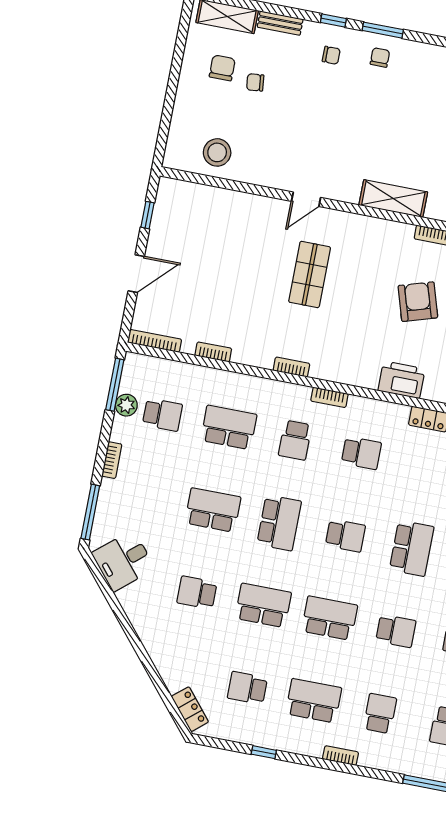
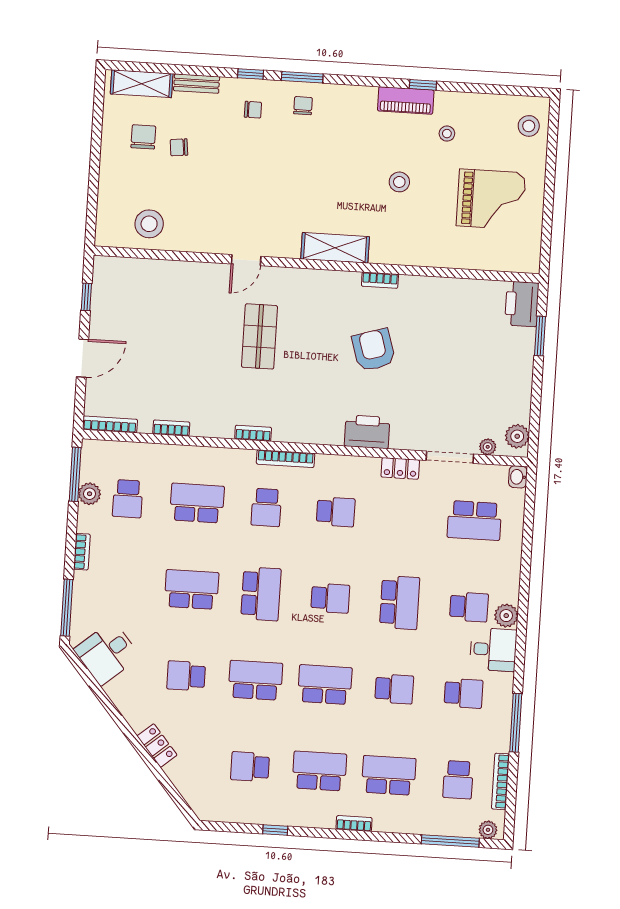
bookcase: (329, 397) -> (286, 459), width x1.56
school desk: (162, 415) -> (128, 499), turned 90
locker: (190, 709) -> (157, 746), moved
school desk: (380, 713) -> (389, 775), width x1.85

